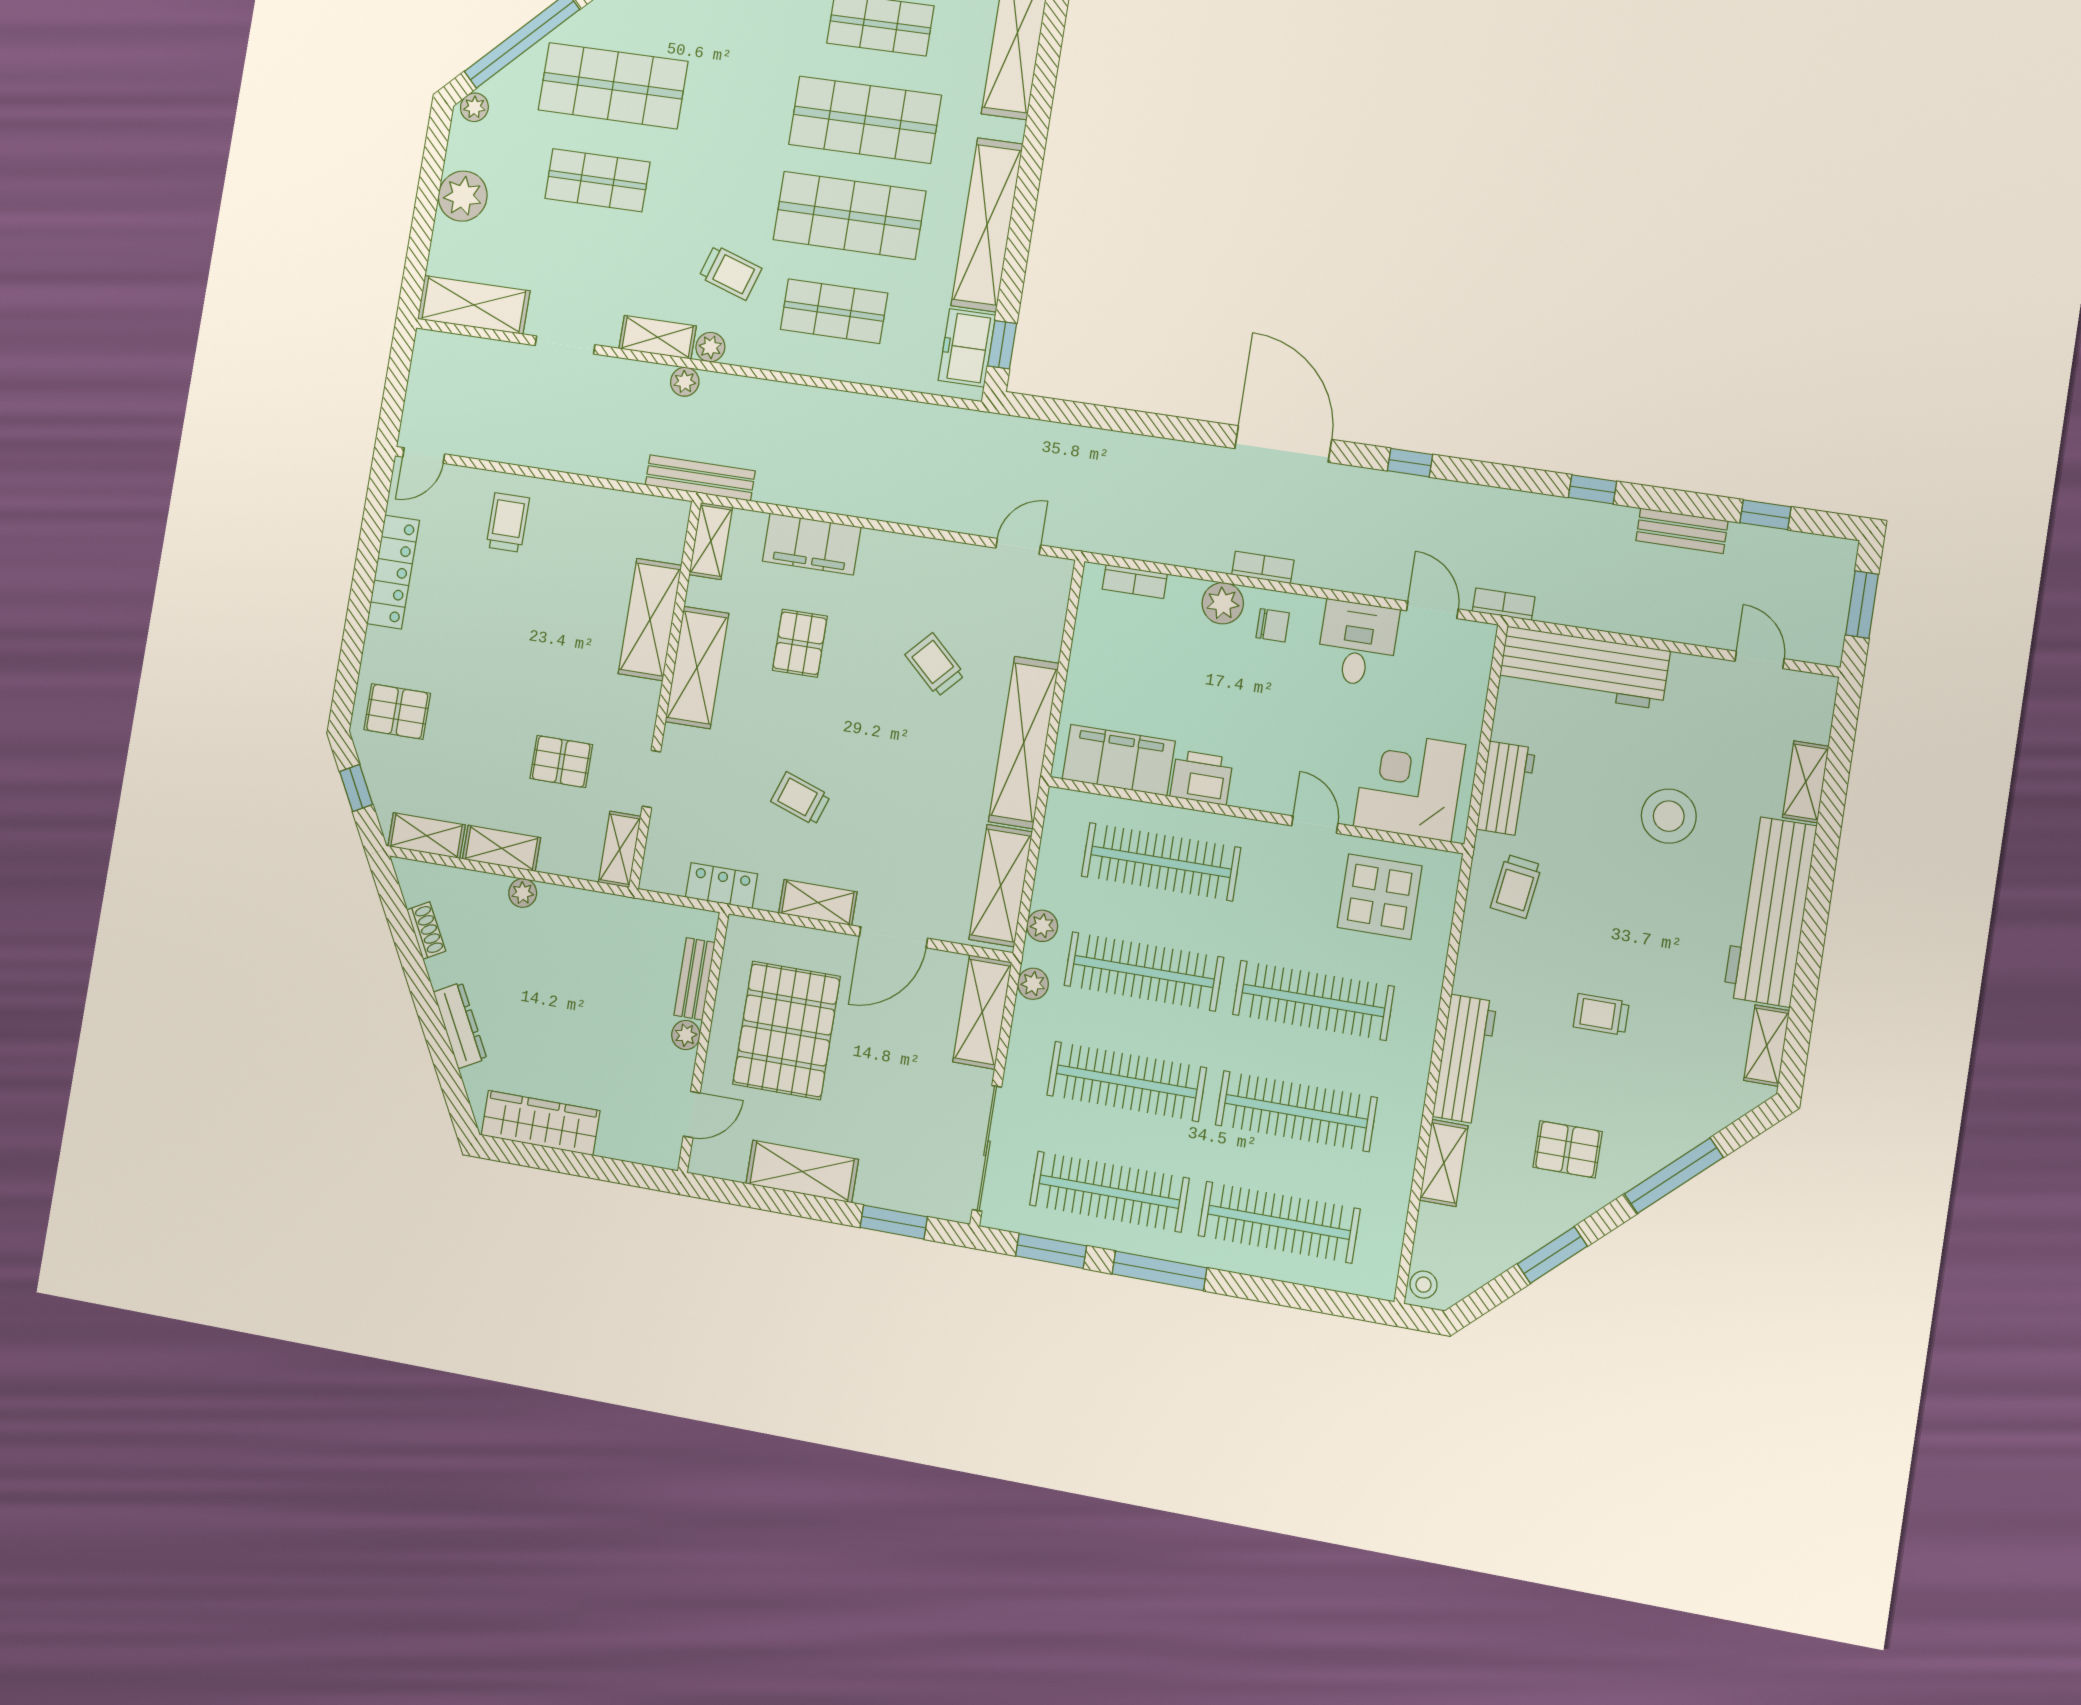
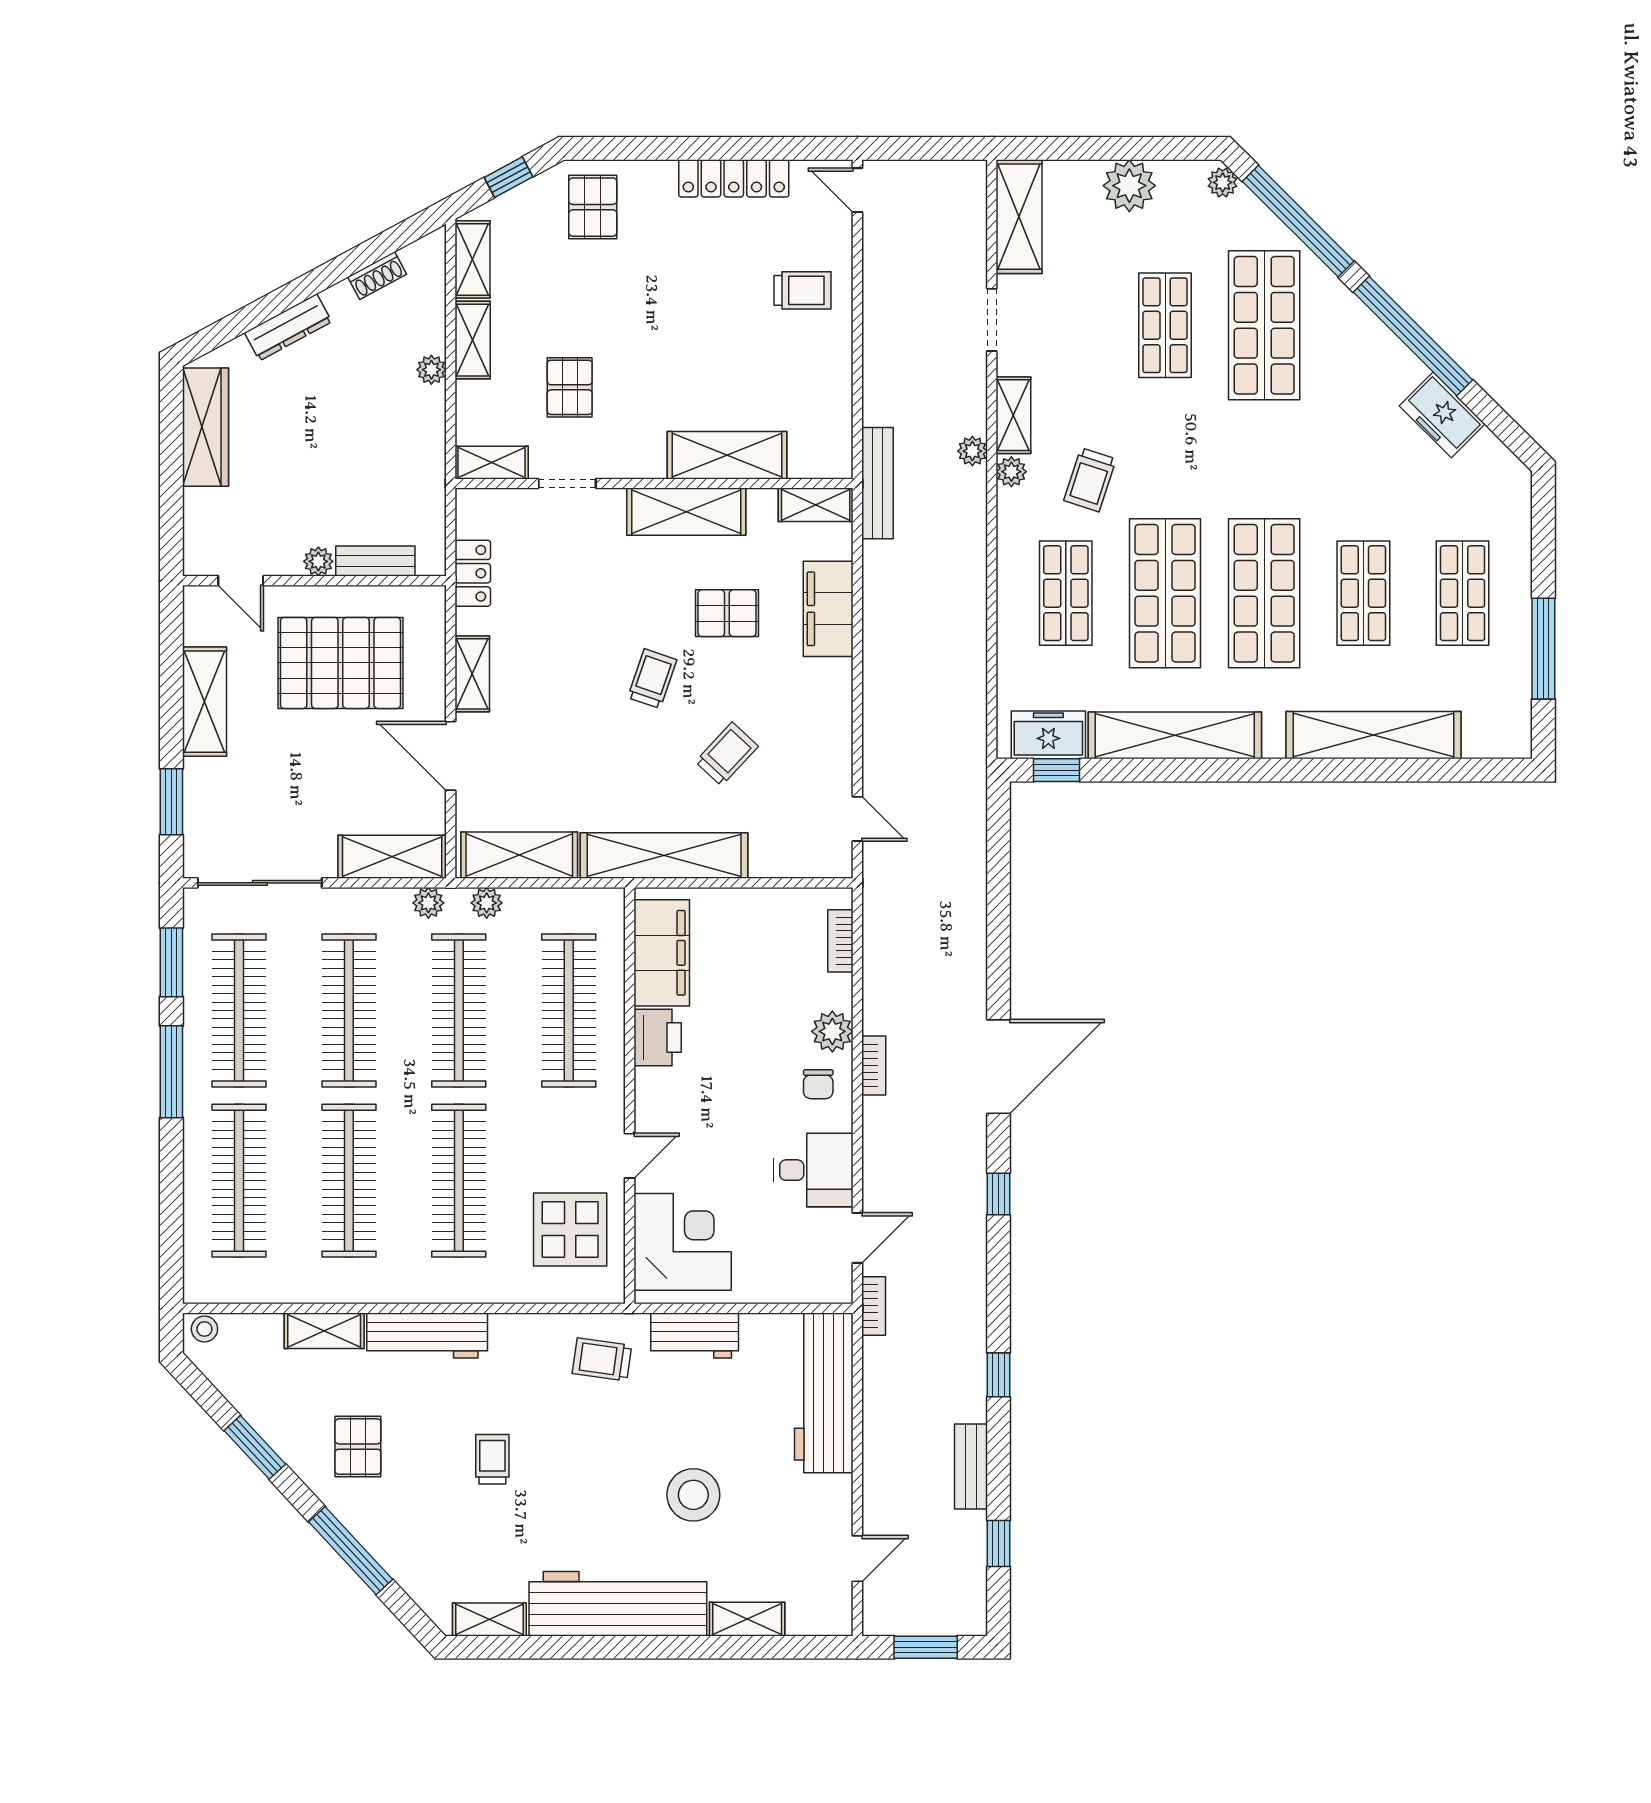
trolley: (801, 799) -> (652, 679), moved

